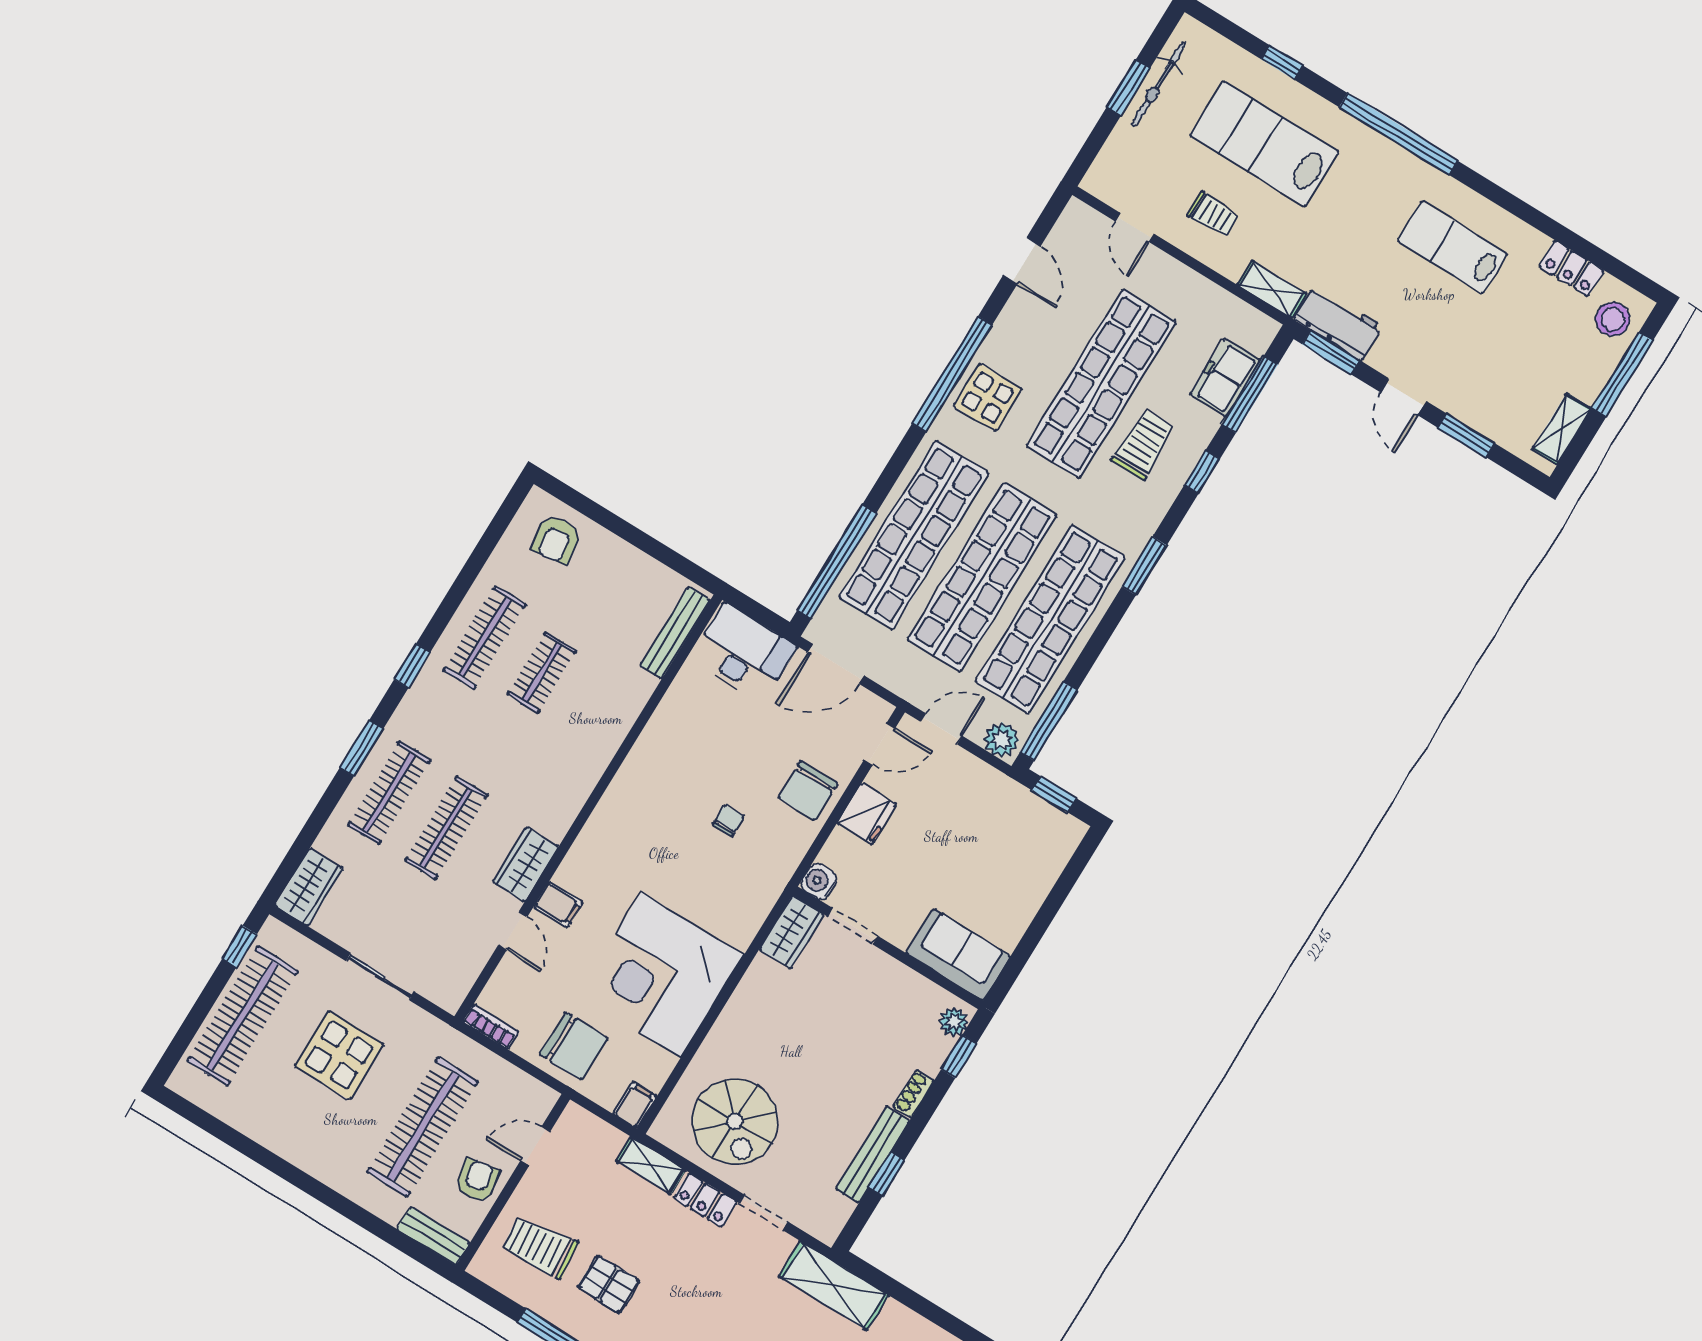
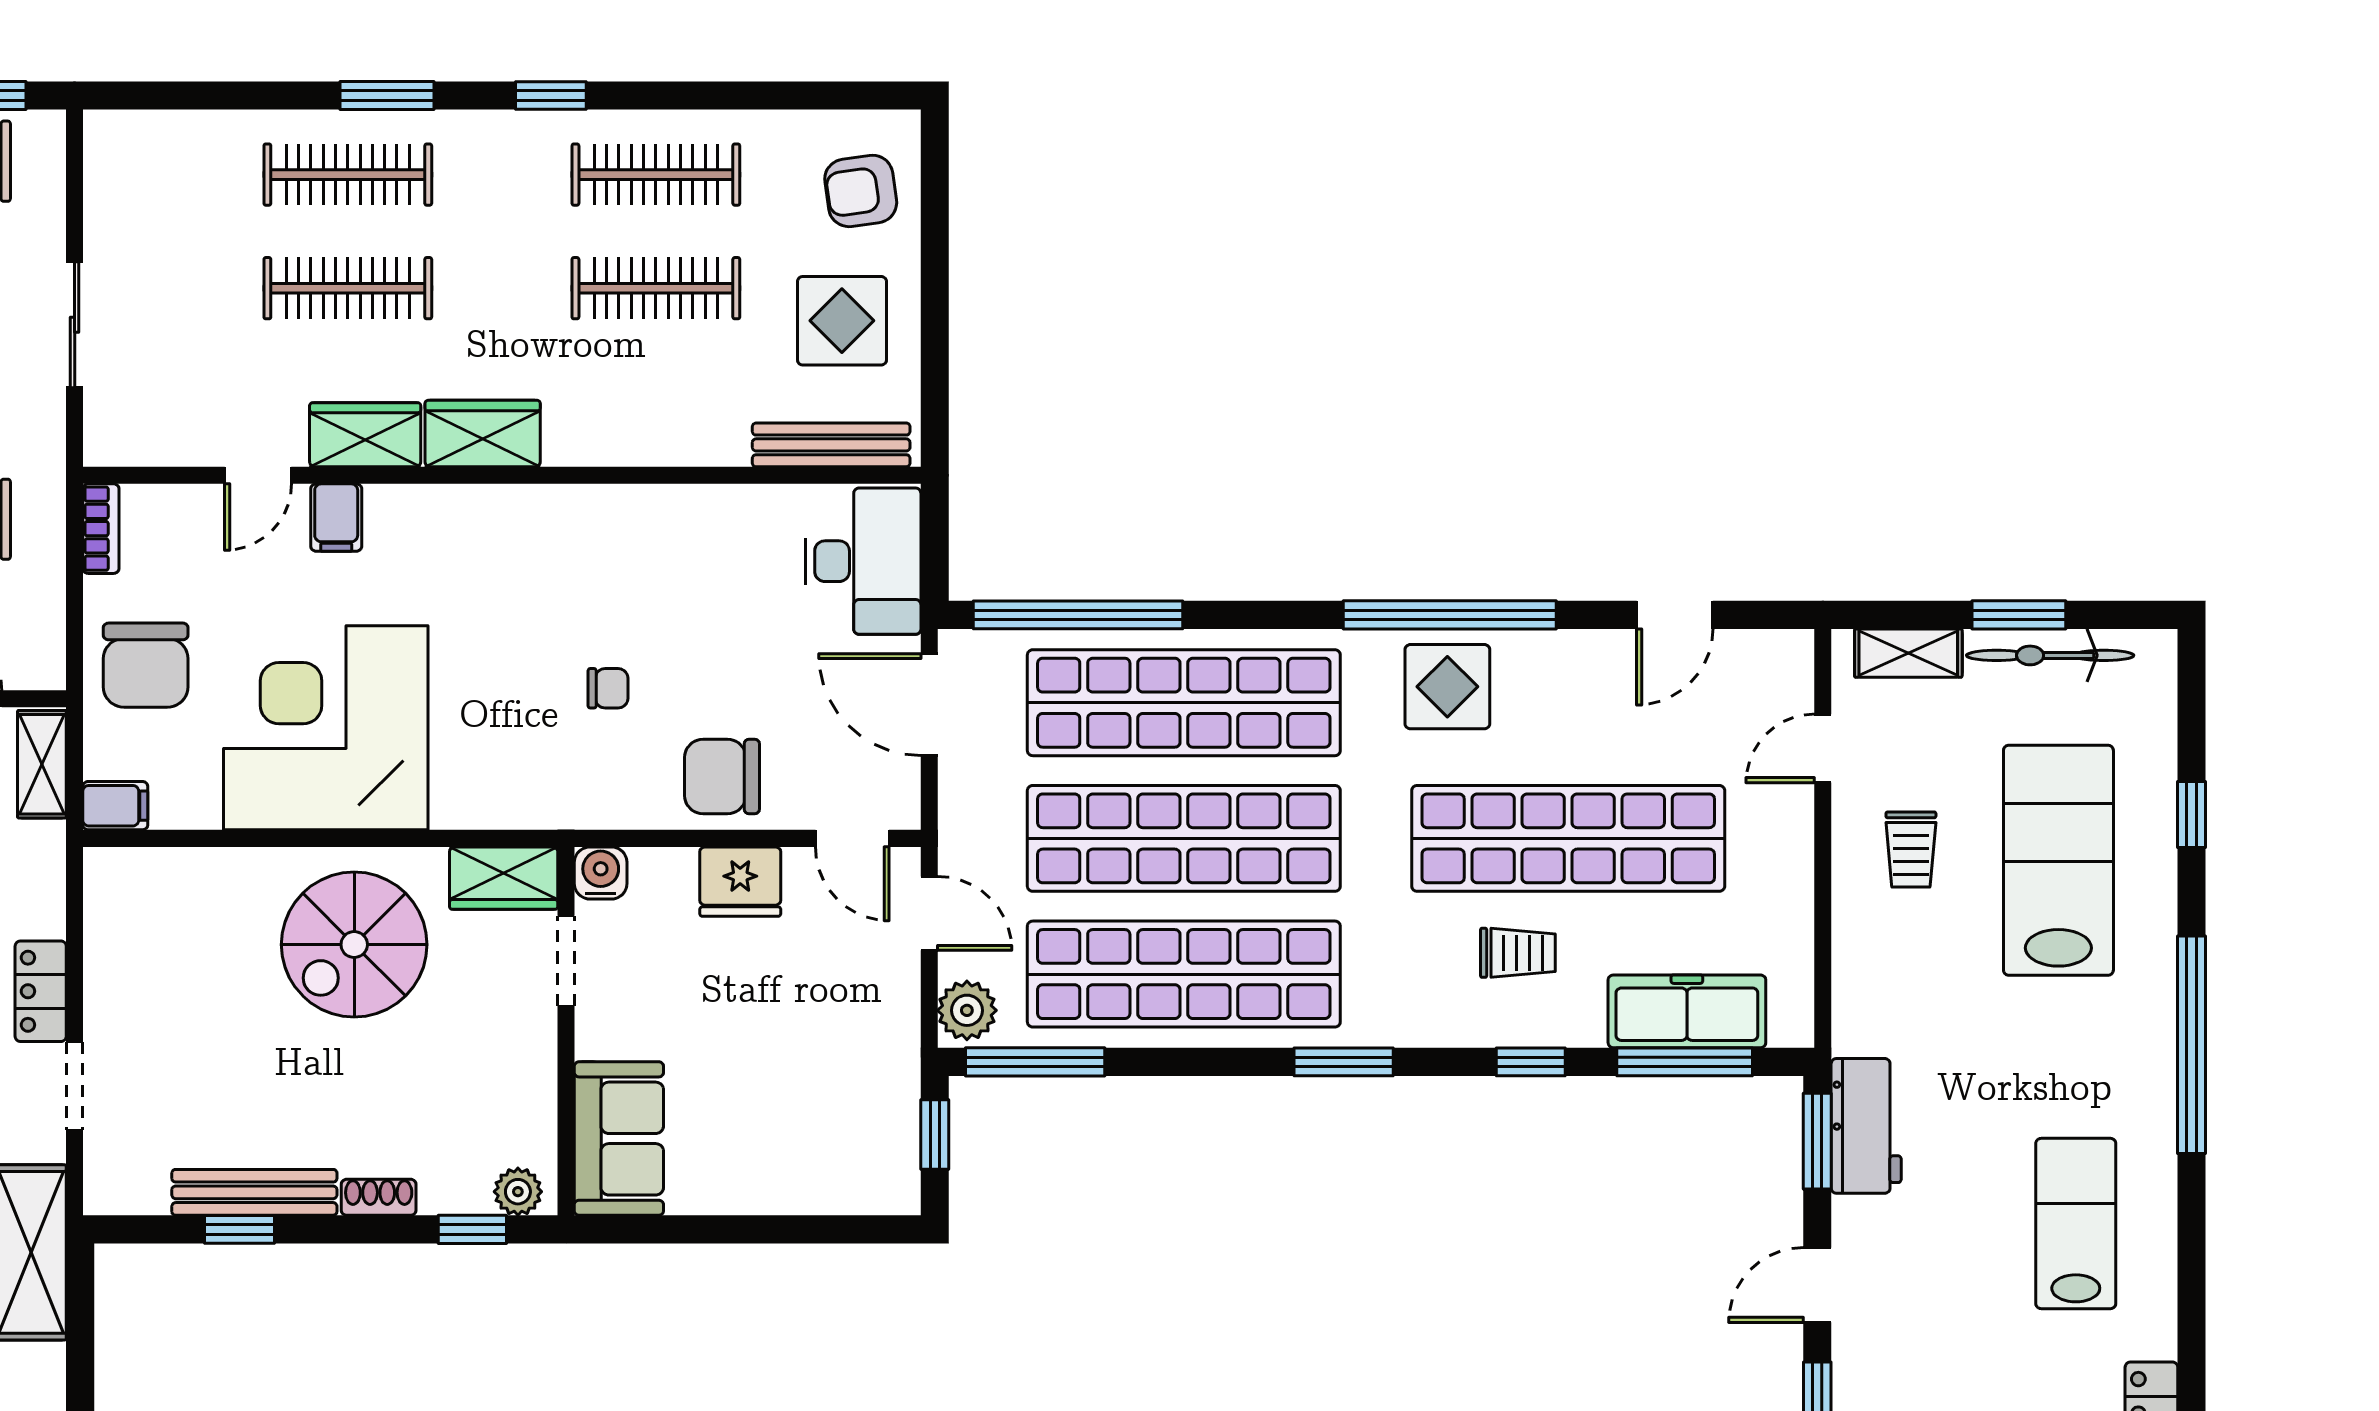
shelving: (1272, 289) -> (1908, 653), moved, turned 90
freezer: (1225, 378) -> (1687, 1011), width x1.40
trolley: (1143, 444) -> (1518, 953), width x0.73, depth x0.72
display table: (616, 589) -> (842, 321), added
clothes rail: (542, 673) -> (656, 288), width x1.36
wardrobe: (309, 887) -> (483, 434), moved, turned 180
spiral stairs: (735, 1121) -> (354, 945), moved
shelving: (651, 1166) -> (42, 764), moved

